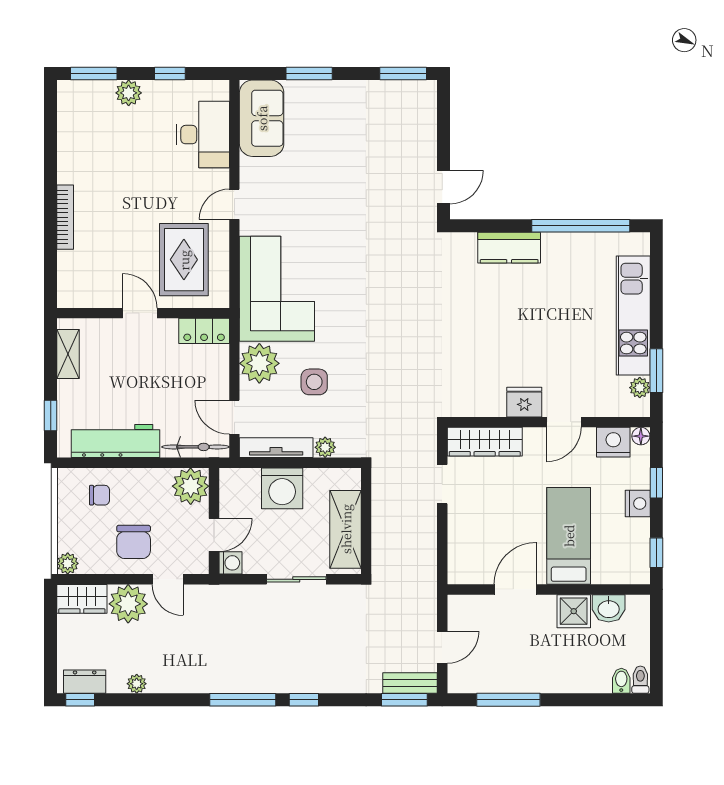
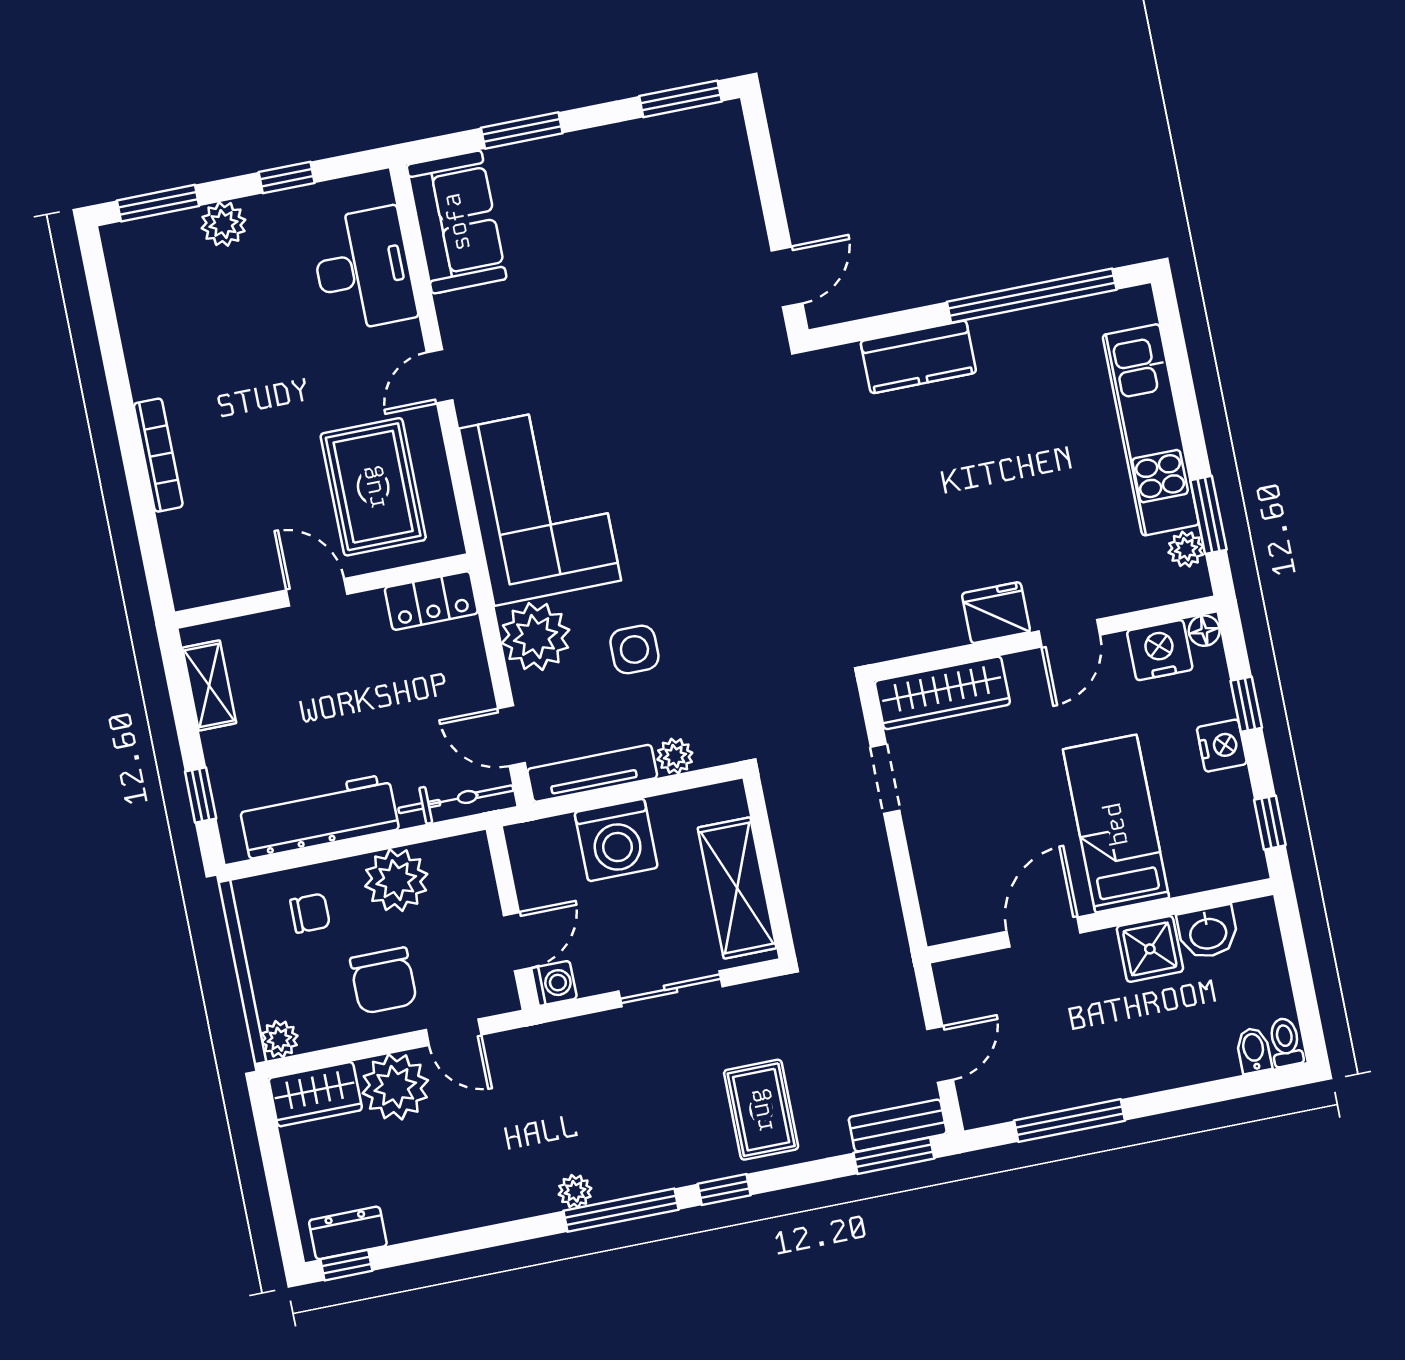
plant: (191, 486) -> (396, 880), moved
rug: (334, 658) -> (761, 1110), added
plant: (137, 684) -> (575, 1191), moved

